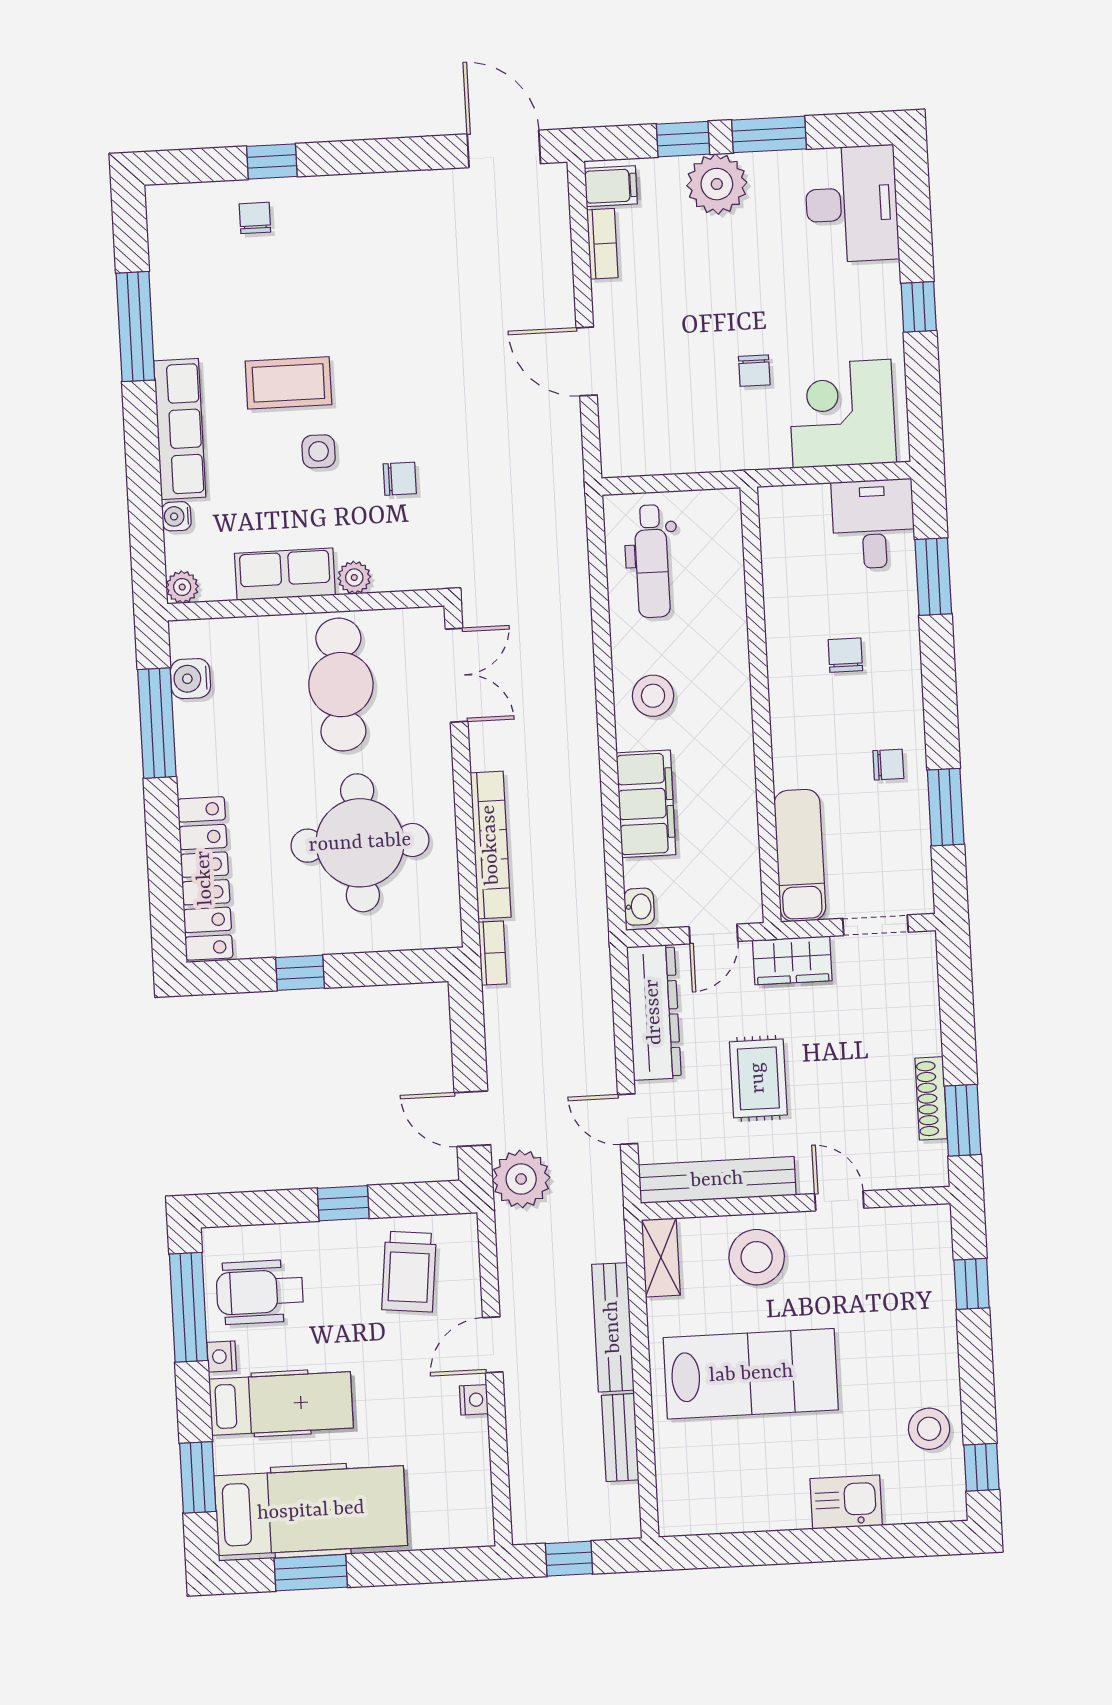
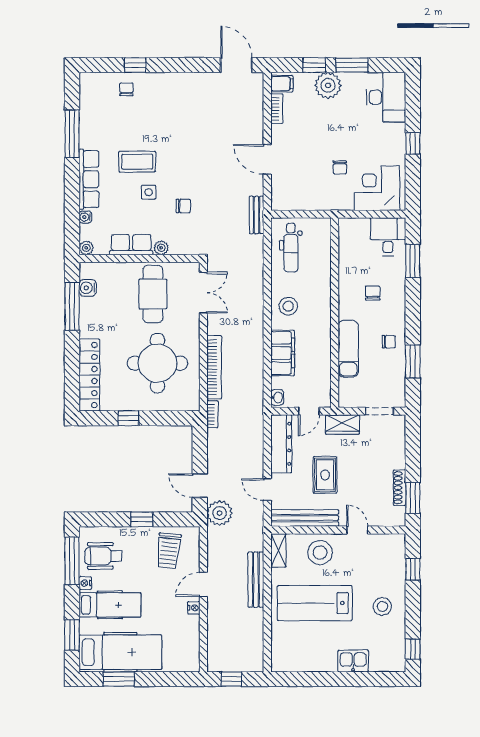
exam couch: (800, 855) -> (348, 349), moved
lab bench: (751, 1374) -> (315, 603), turned 180
stool: (929, 1429) -> (382, 607), moved
bench: (620, 1438) -> (257, 215), moved

